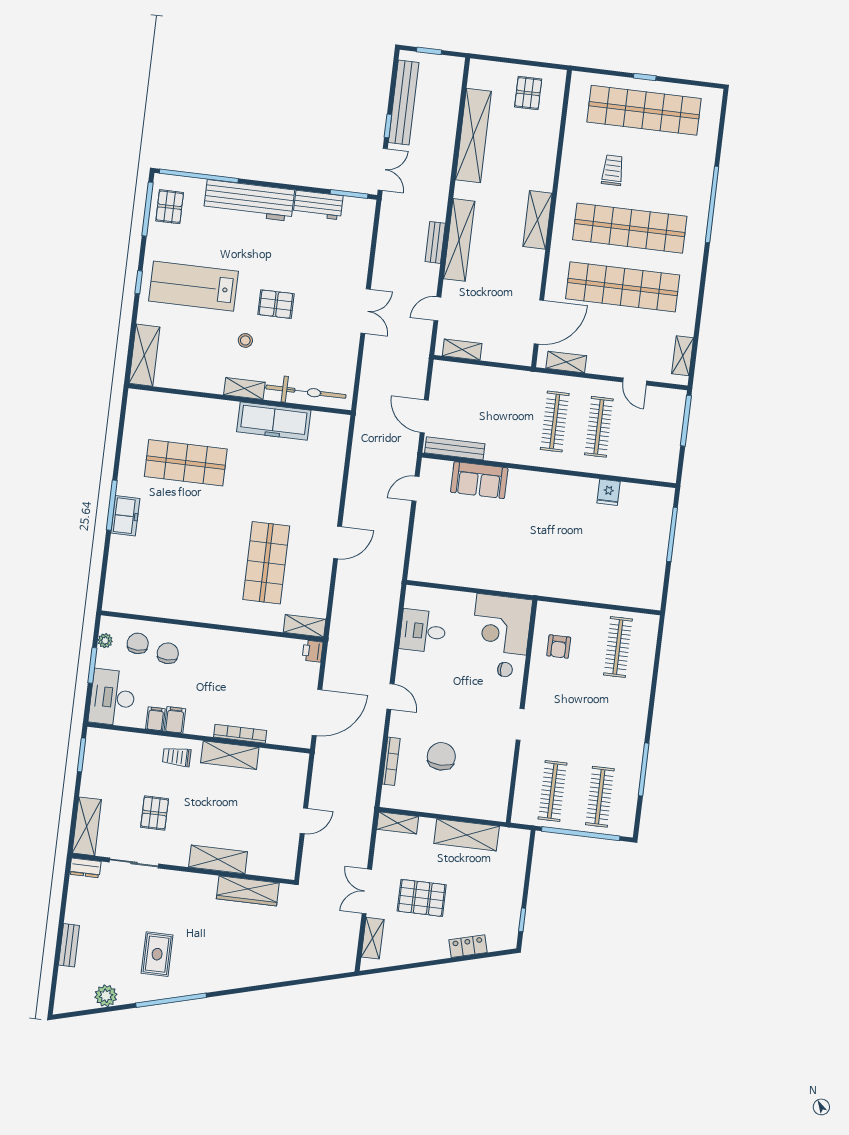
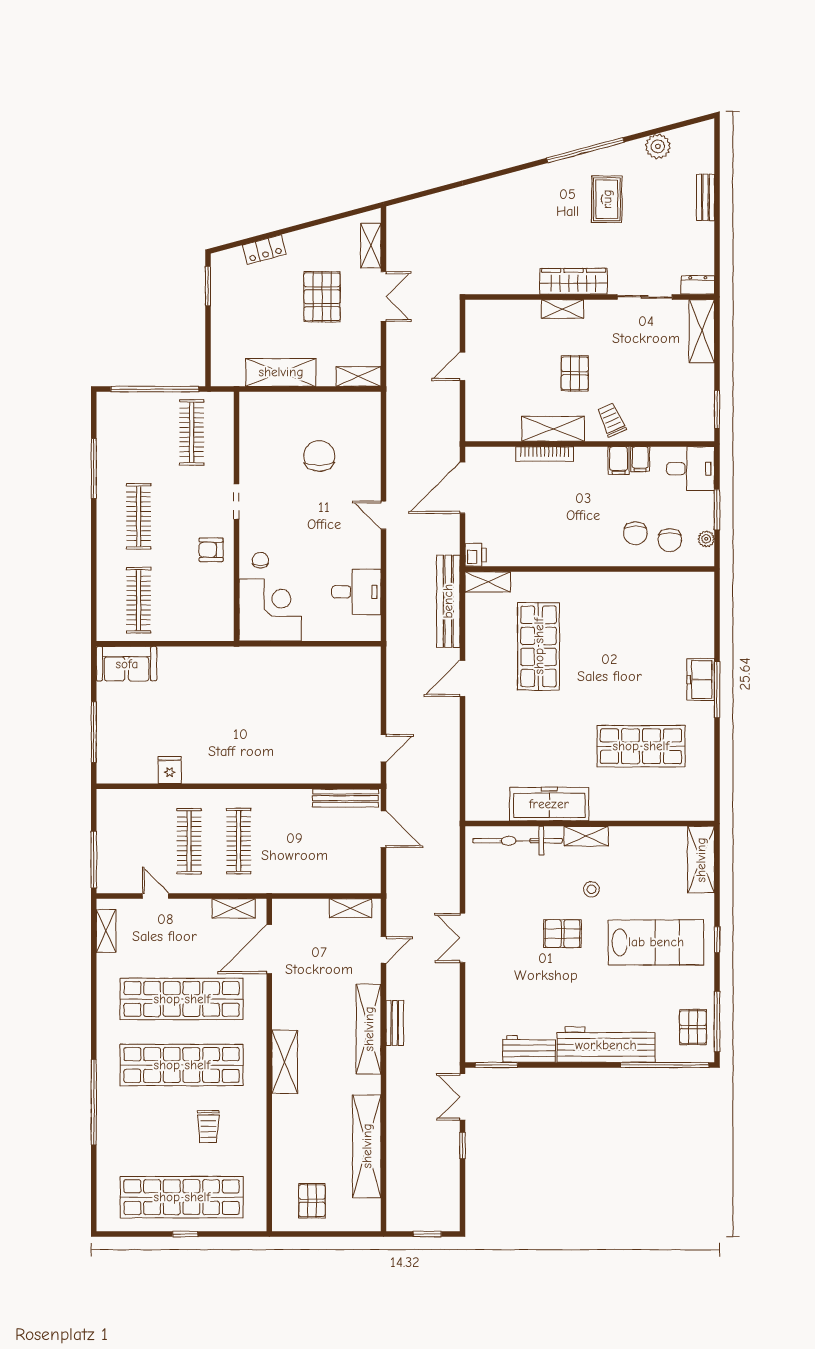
bench: (404, 103) -> (448, 601), moved
sofa: (479, 480) -> (127, 664), moved, turned 180
armchair: (559, 647) -> (211, 550), moved, turned -90
chair: (505, 670) -> (260, 560), turned 90
desk: (112, 698) -> (691, 469), width x0.73
chair: (441, 756) -> (319, 456), turned 180
trolley: (177, 757) -> (612, 420), turned -114
bookcase: (391, 761) -> (374, 444), removed
clothes rail: (600, 797) -> (139, 516), moved
pallet: (155, 813) -> (575, 373), moved
shelving: (218, 859) -> (563, 309), width x0.67, depth x0.75
wardrobe: (248, 891) -> (574, 281), moved
pallet: (422, 898) -> (322, 297), turned 90
window: (522, 920) -> (208, 286), width x1.50

